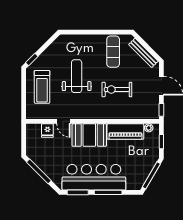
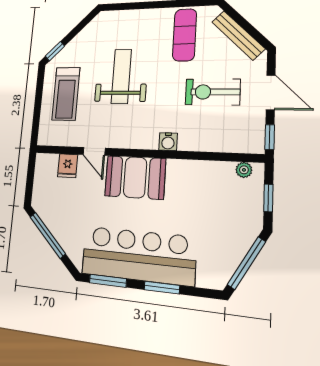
exercise bike: (117, 89) -> (213, 92), moved
water cooler: (107, 114) -> (168, 142), added
piano: (125, 132) -> (200, 175), removed
window: (108, 192) -> (162, 288), width x0.69

